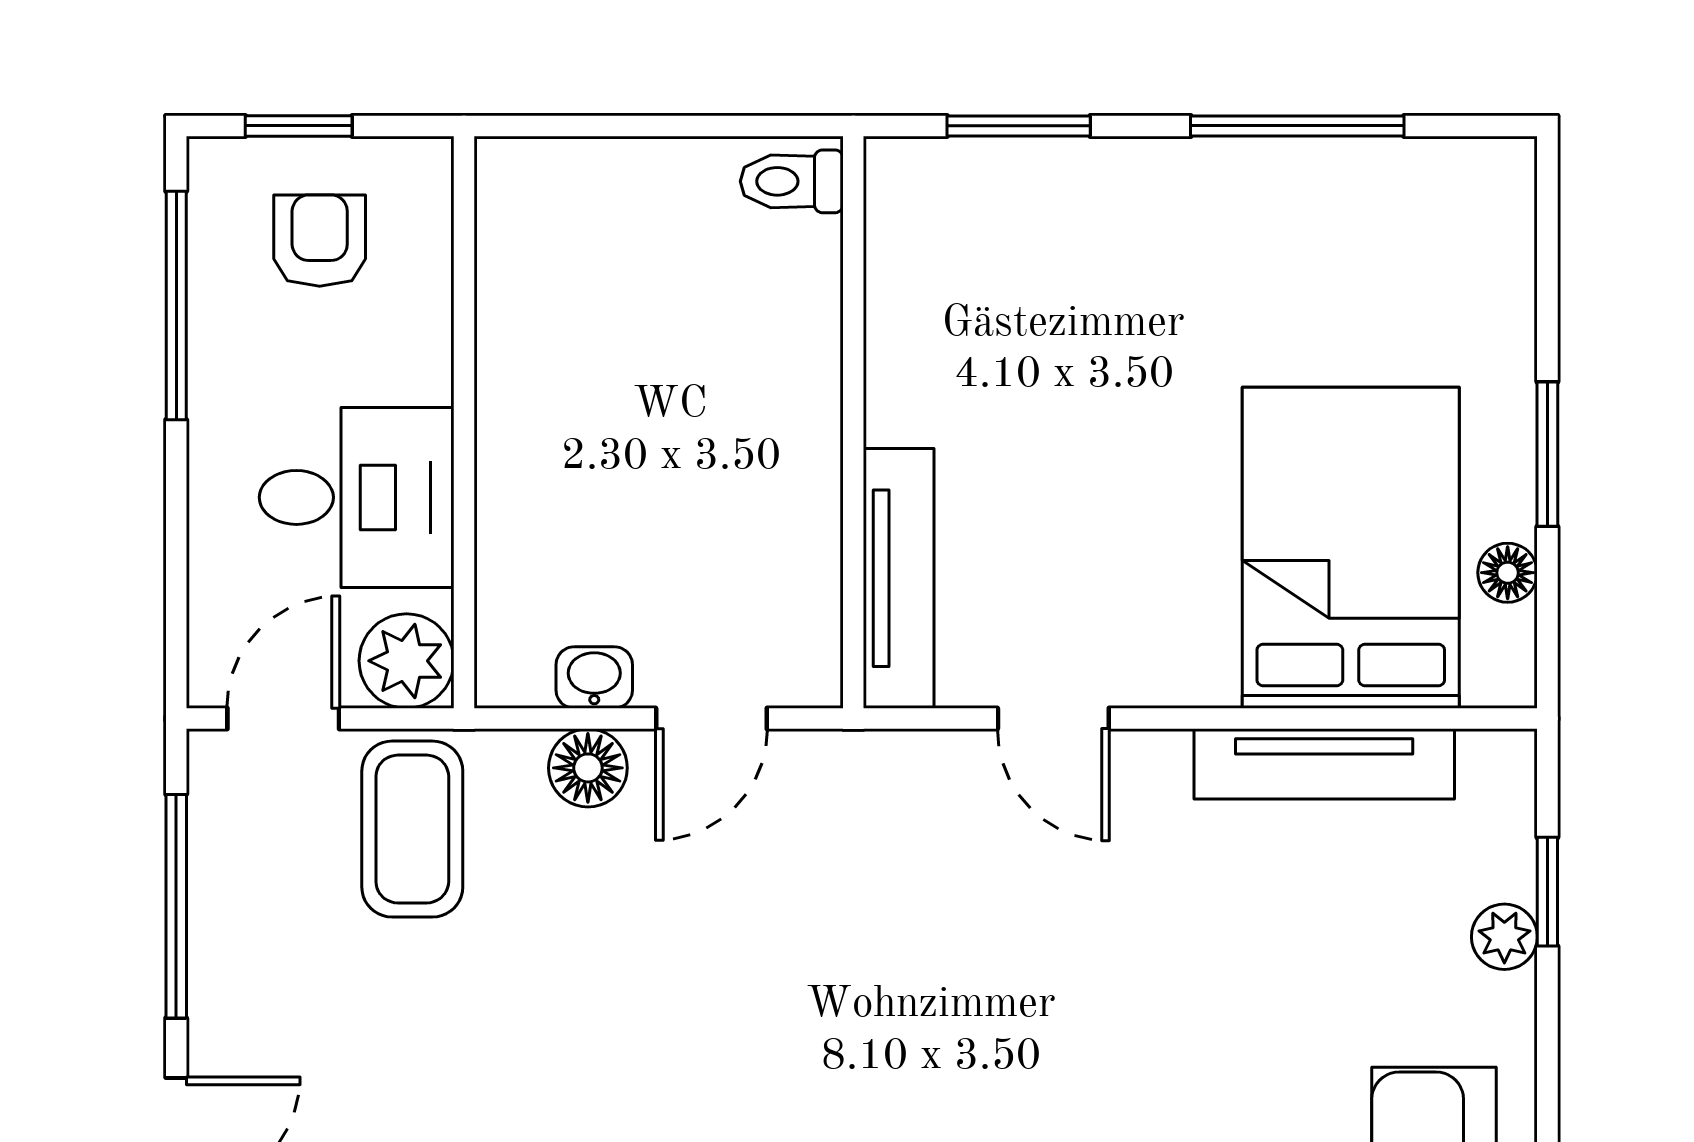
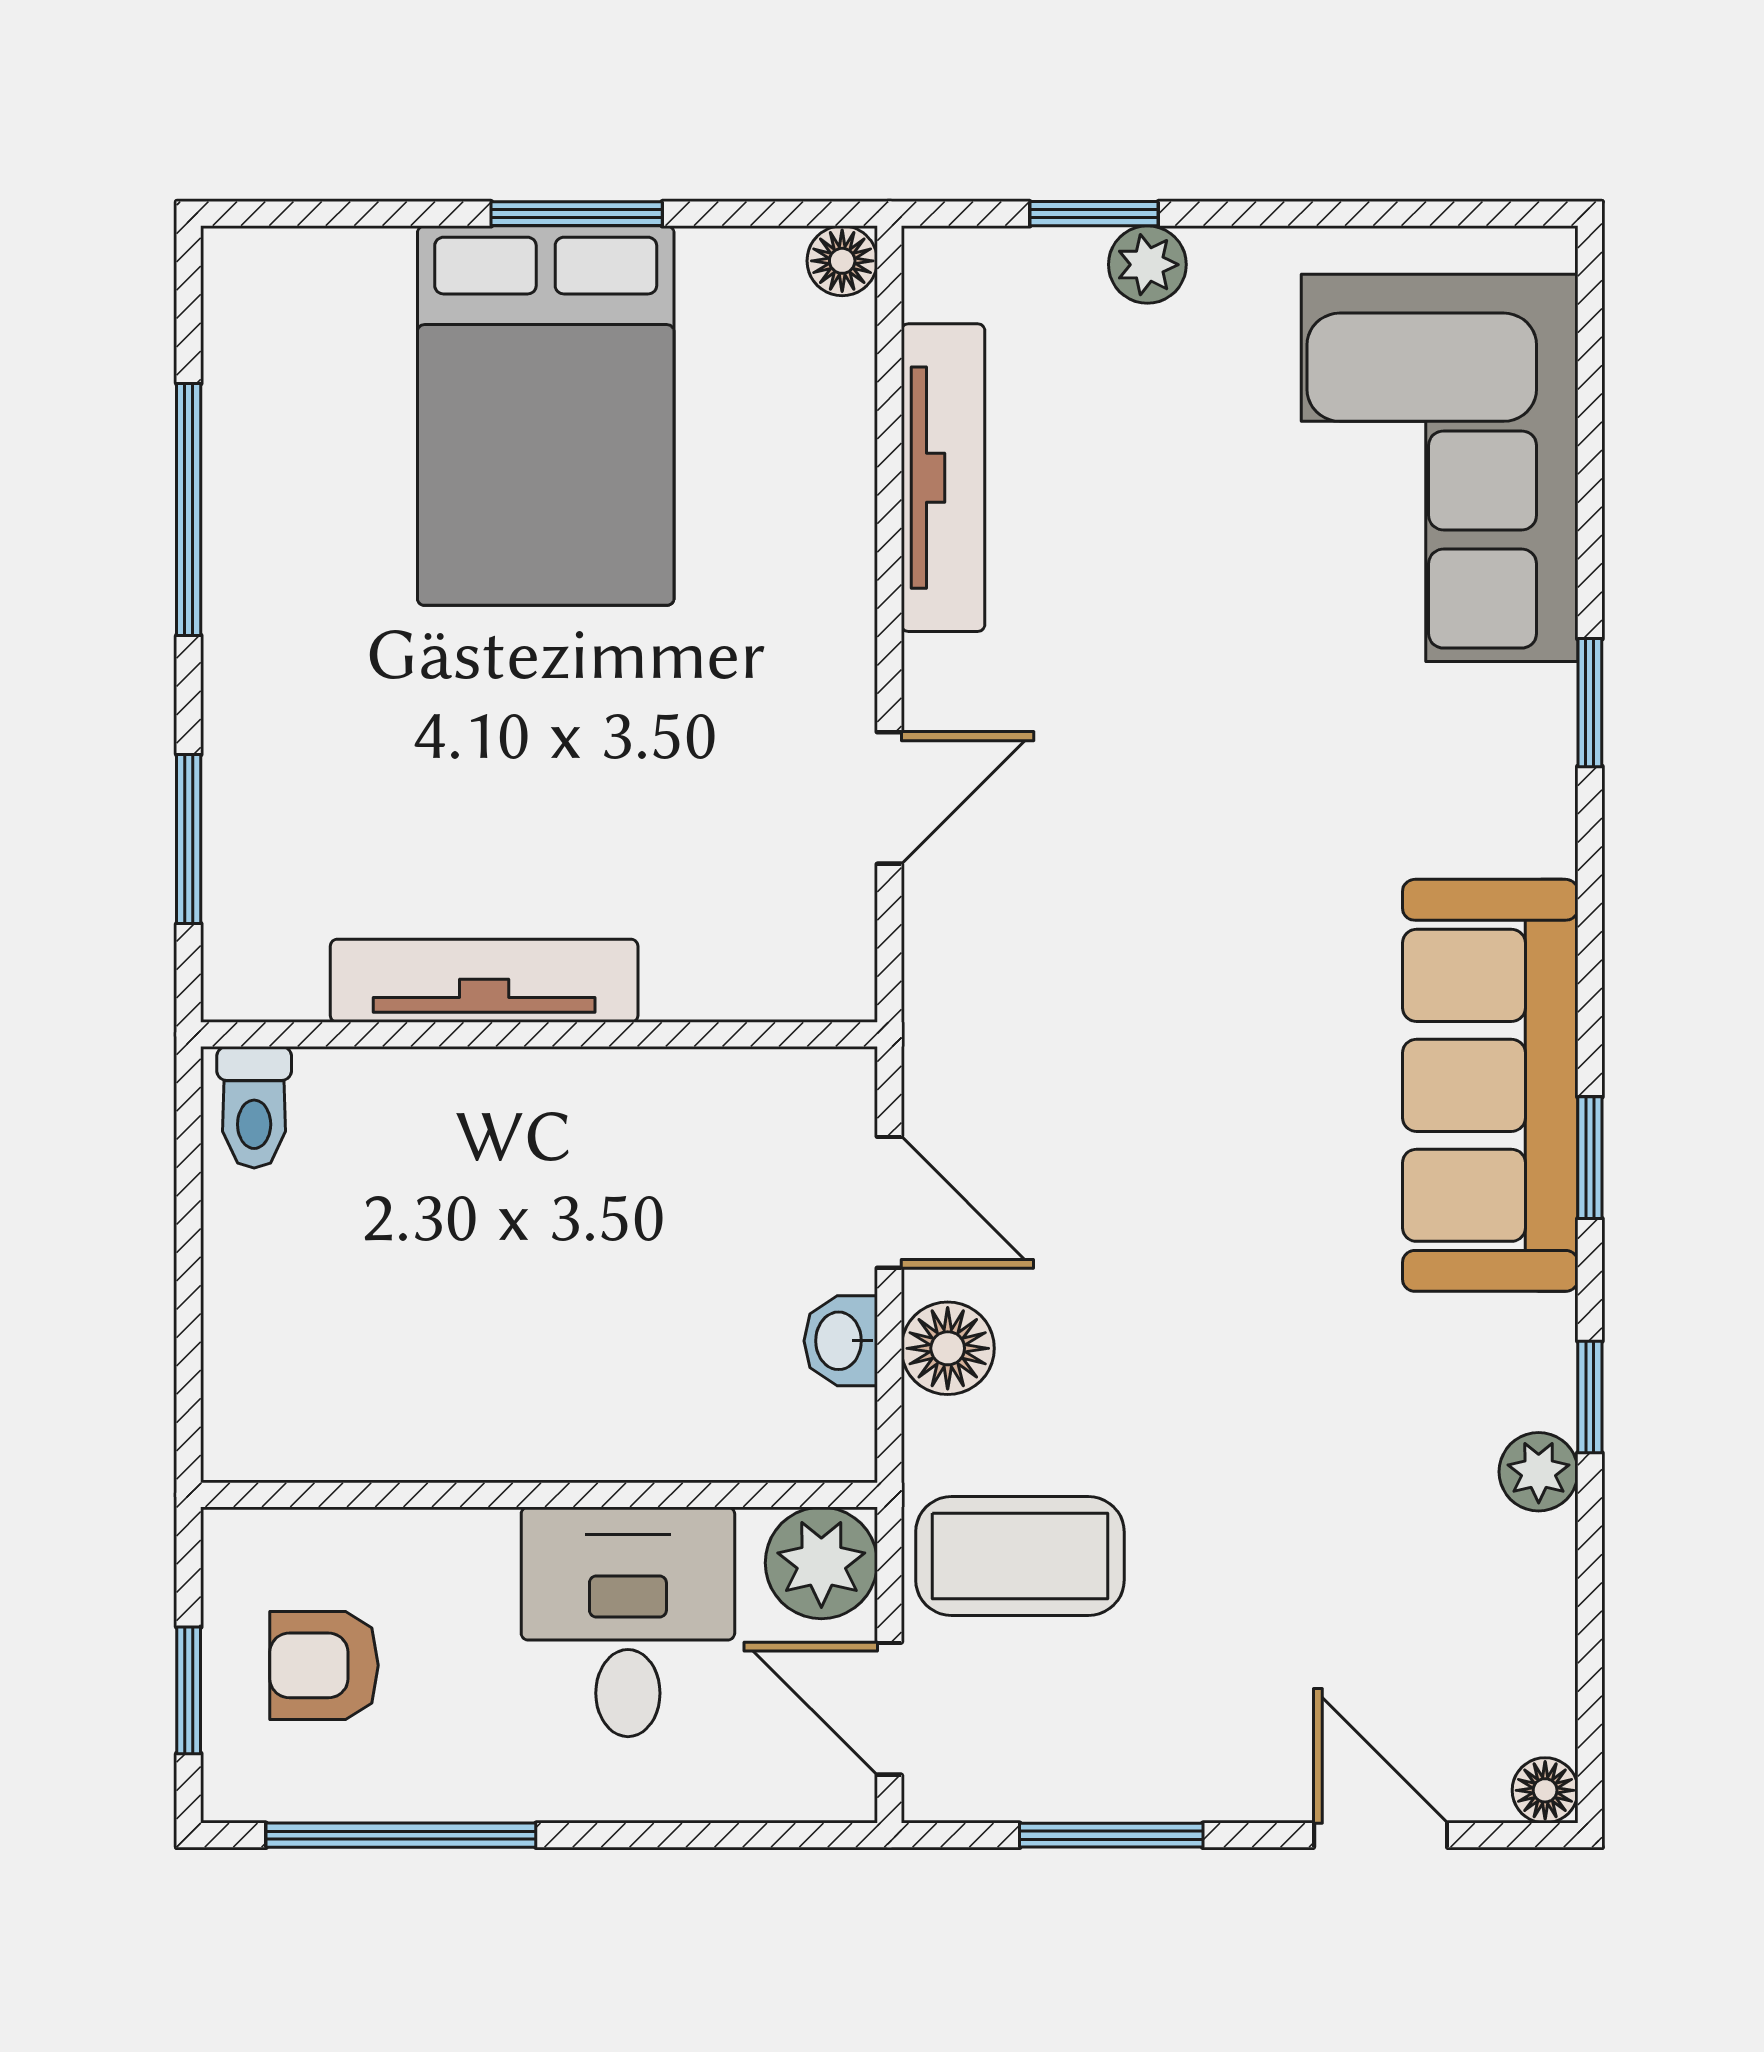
bed: (1351, 548) -> (546, 416), moved, turned -90
floor lamp: (1508, 573) -> (842, 261), moved
tv unit: (899, 578) -> (484, 981), moved
window: (176, 906) -> (1111, 1835), width x0.69

